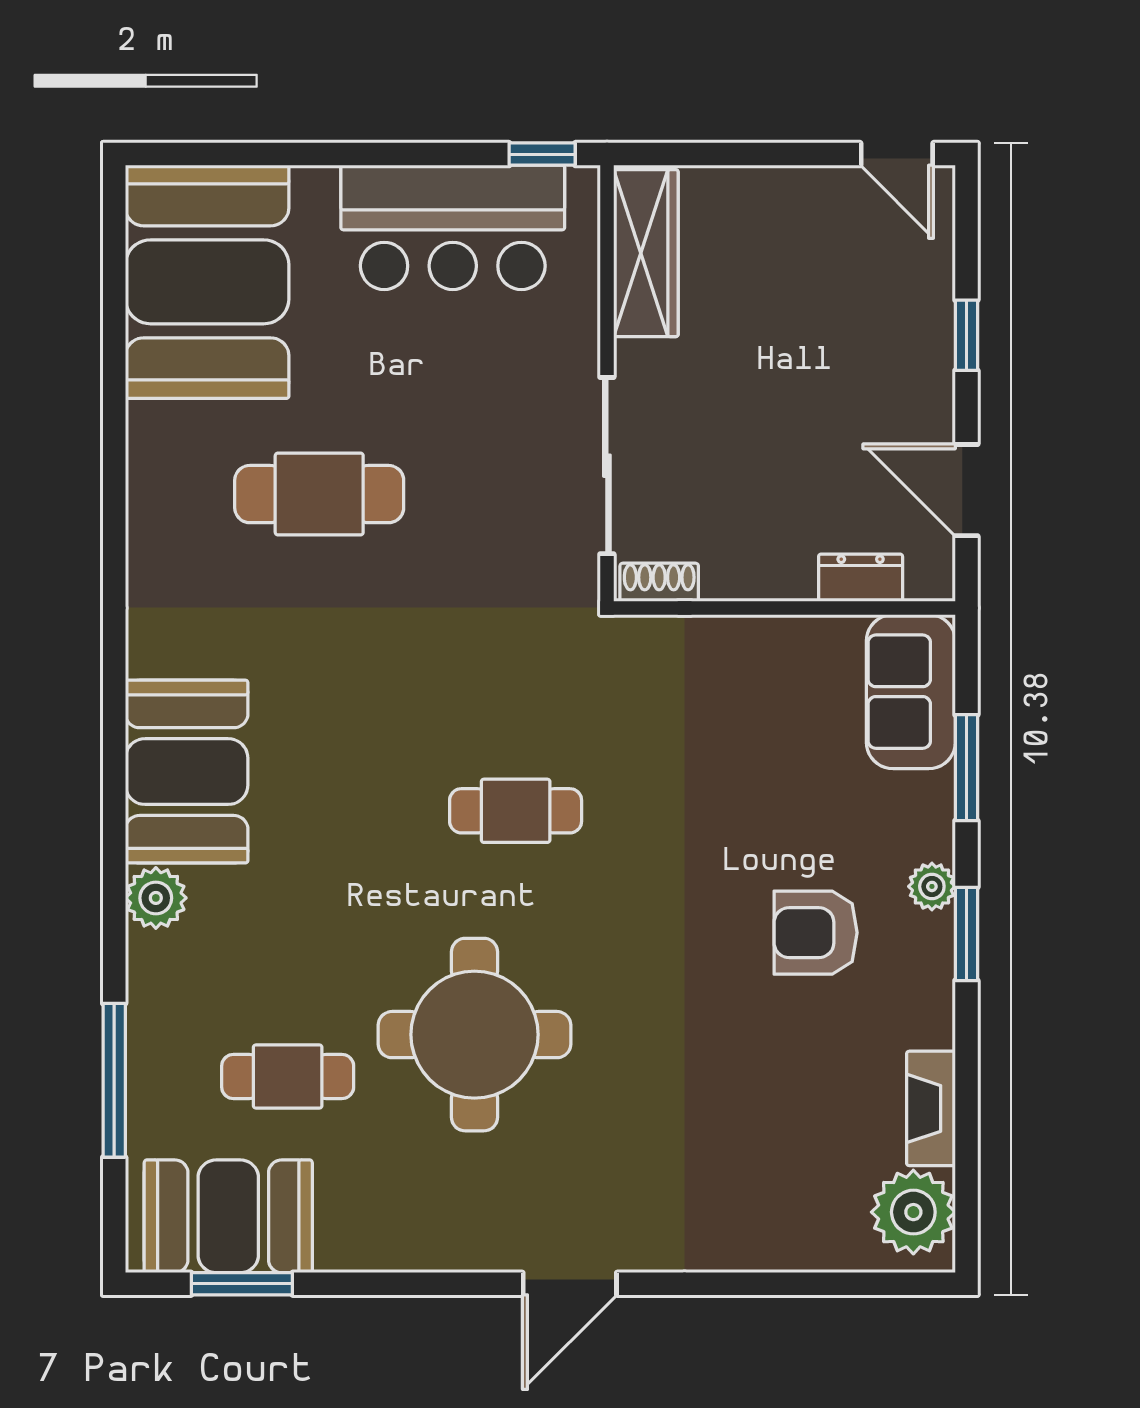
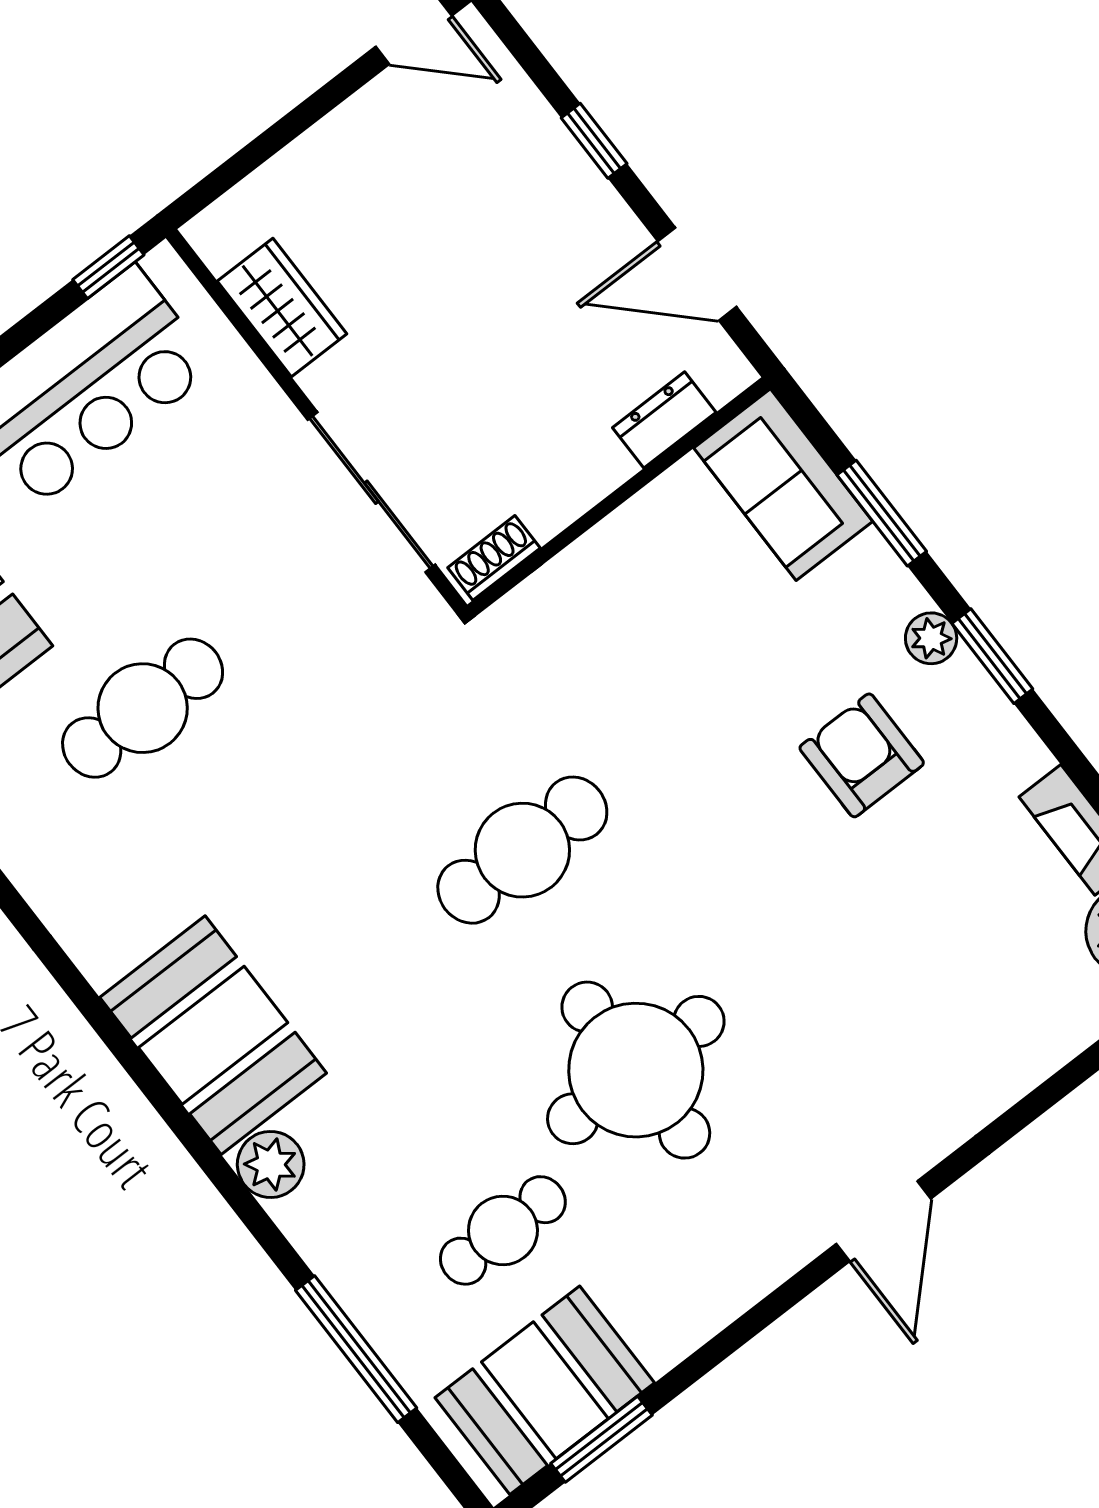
wardrobe: (646, 253) -> (282, 307), width x0.67
cafe table: (516, 811) -> (522, 850), width x1.37, depth x1.35
armchair: (816, 933) -> (862, 755), turned 90

